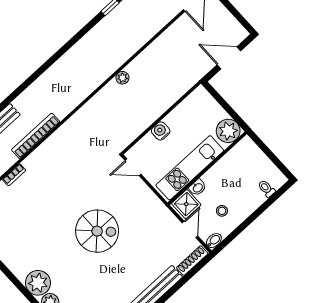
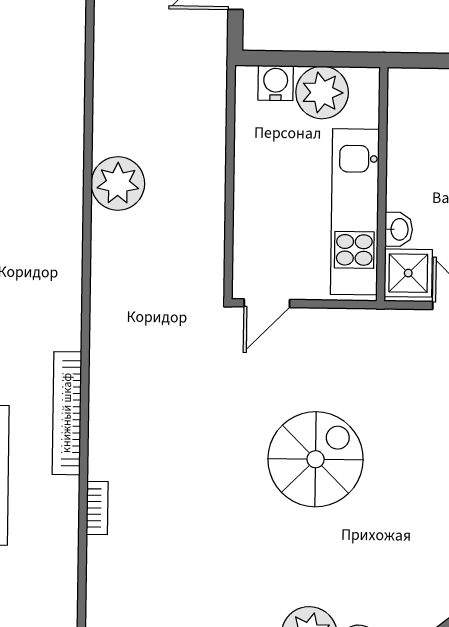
plant: (122, 78) -> (118, 183), width x1.87, depth x1.87
water cooler: (161, 131) -> (276, 83), moved, turned 90
plant: (228, 131) -> (322, 92), moved

